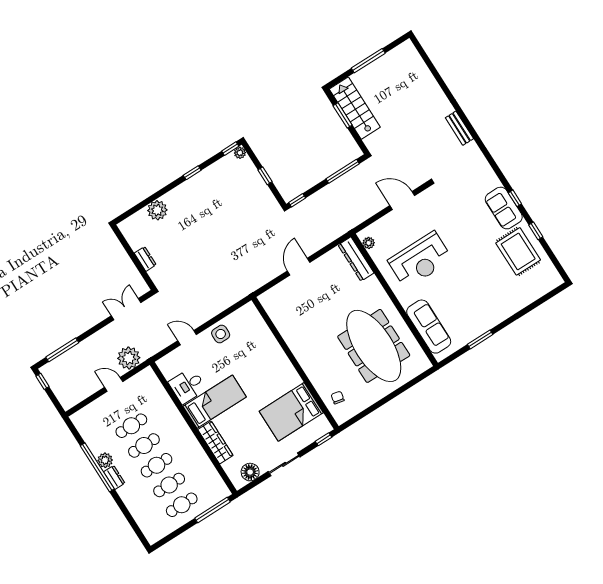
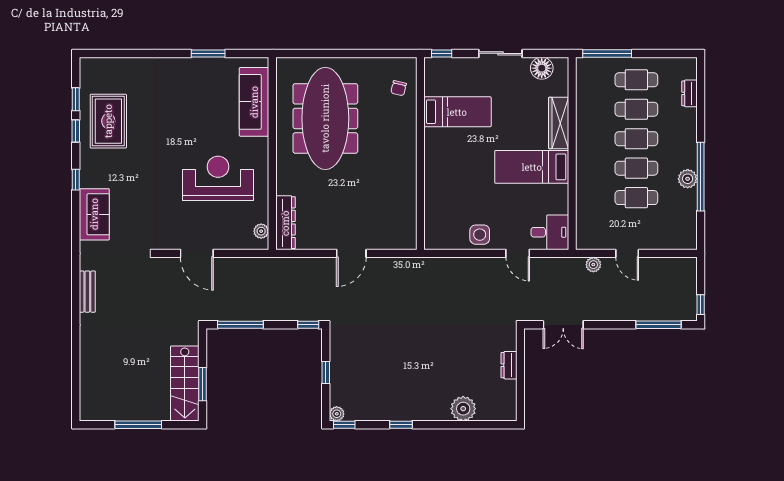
sofa: (504, 208) -> (94, 214), moved
window: (549, 252) -> (76, 99), added
plant: (129, 358) -> (593, 265), width x0.53, depth x0.53
desk: (187, 386) -> (550, 232), moved
bed: (291, 412) -> (457, 112), width x0.67
dresser: (114, 477) -> (690, 93), moved

